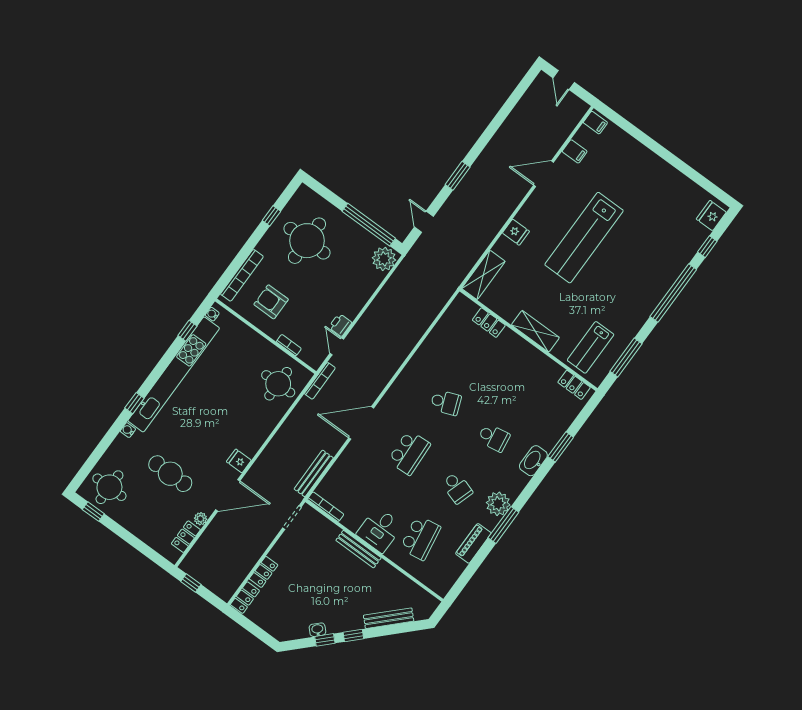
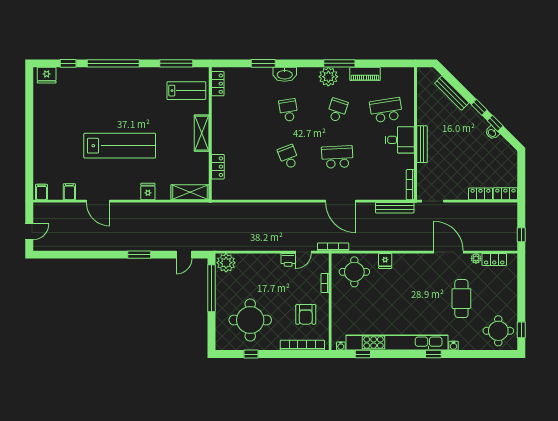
fridge: (239, 461) -> (385, 261), moved

